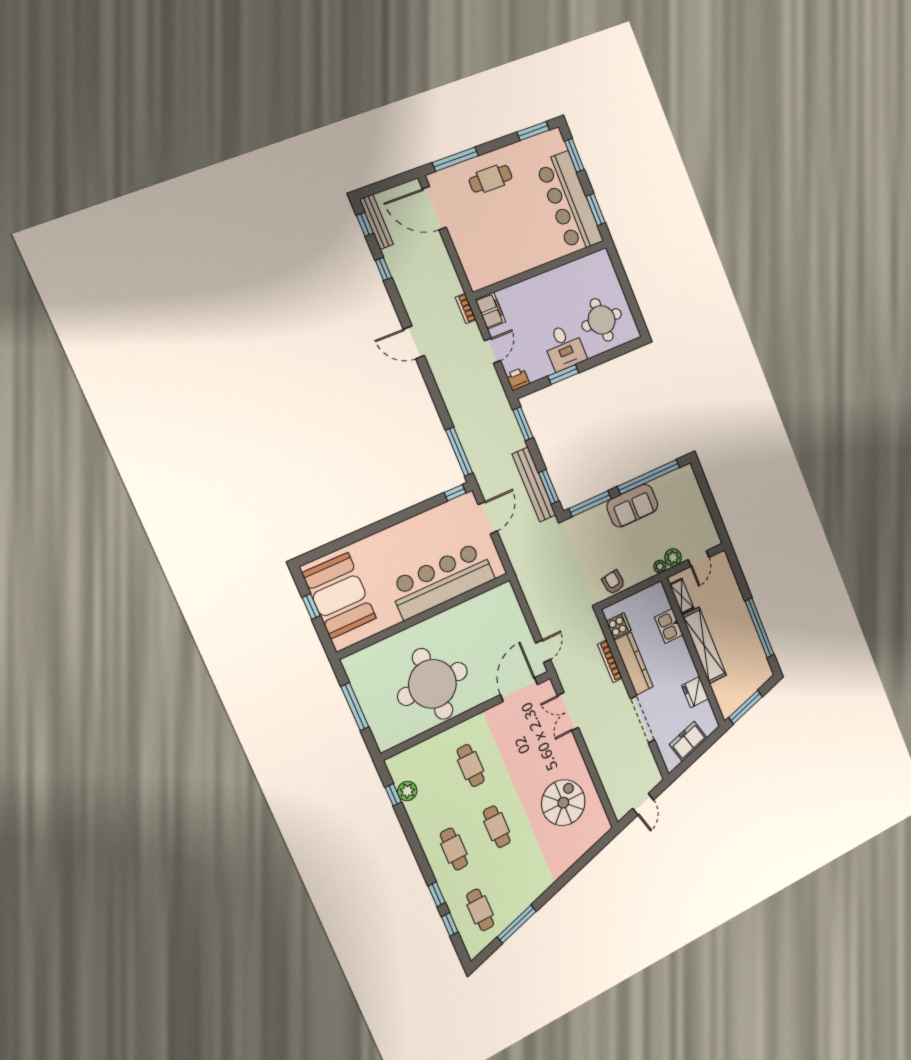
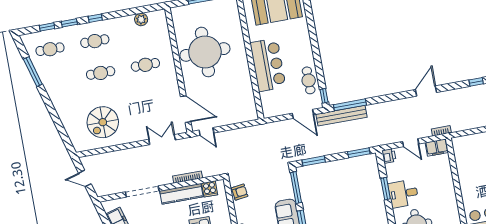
bench: (534, 485) -> (341, 116), moved
cafe table: (438, 521) -> (309, 80), added
bar counter: (442, 581) -> (268, 65), width x0.73
window: (393, 795) -> (95, 18), moved
spiral stairs: (563, 803) -> (103, 122), turned 90

